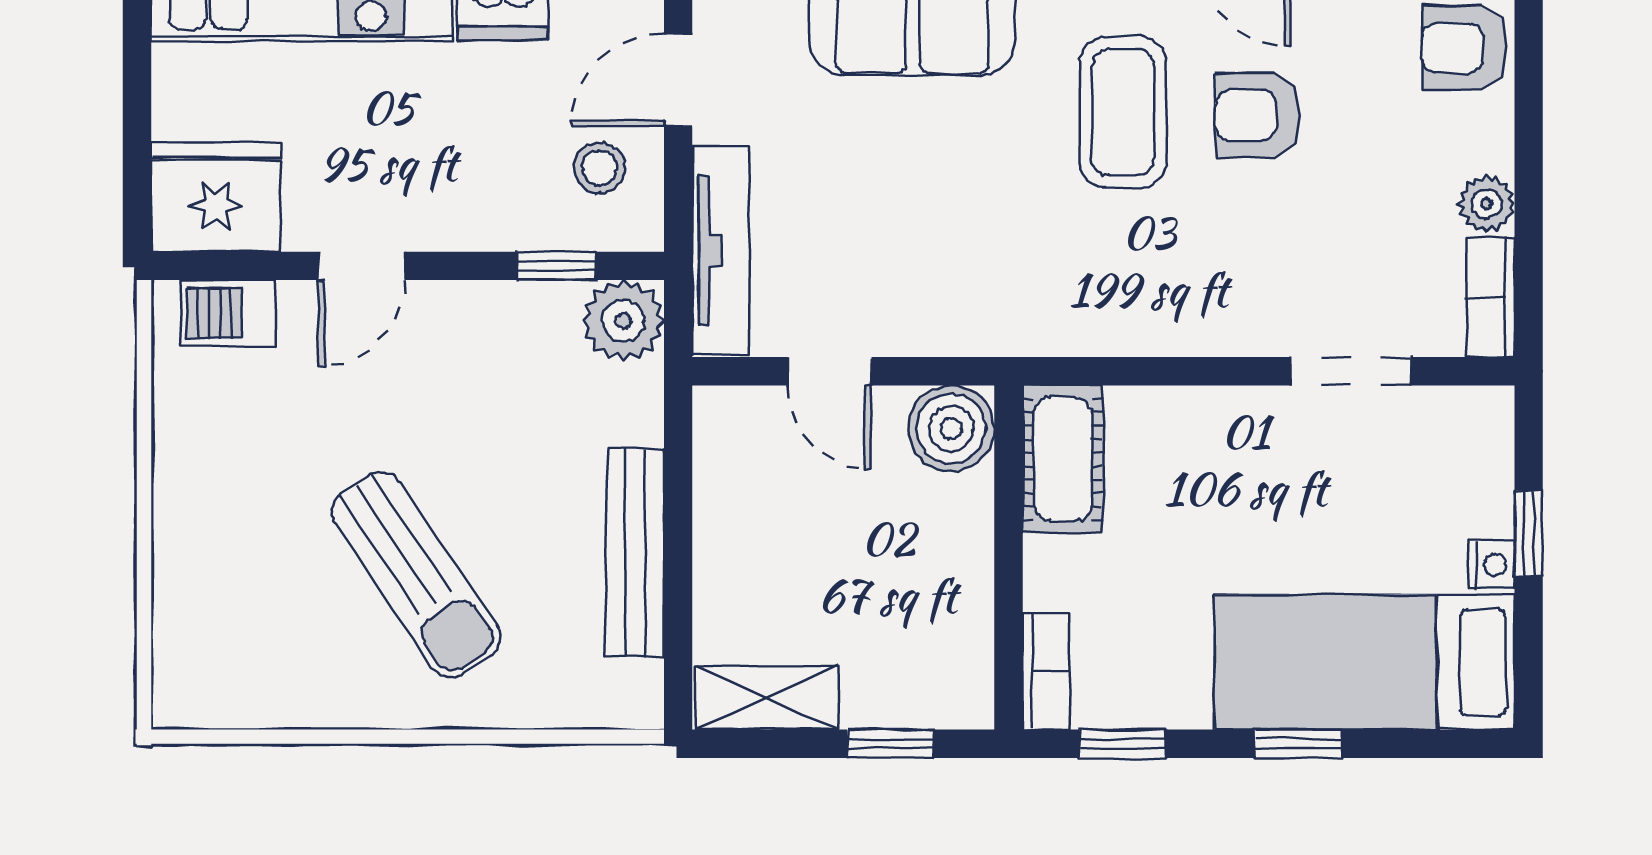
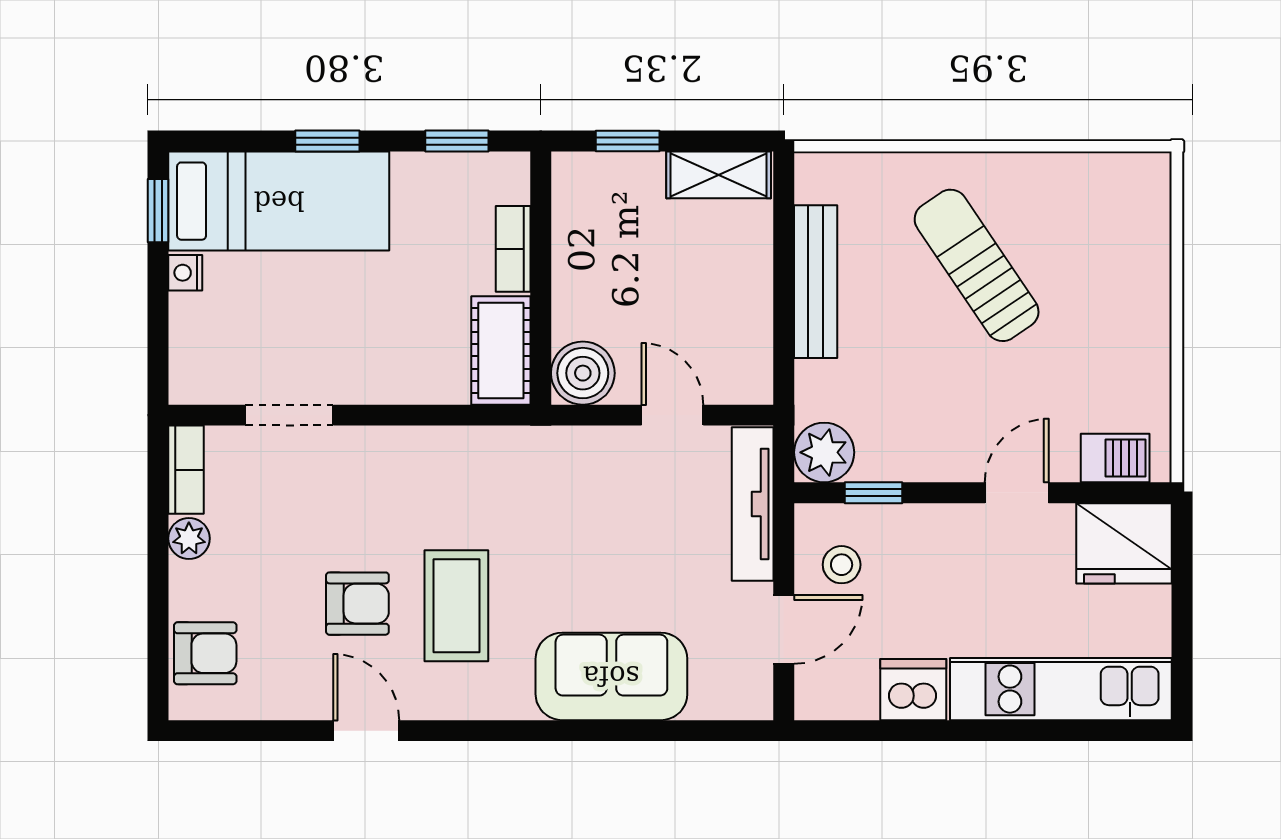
window: (1529, 534) -> (158, 211), moved
bookcase: (1046, 671) -> (513, 249), moved

